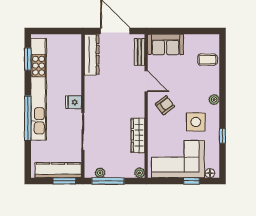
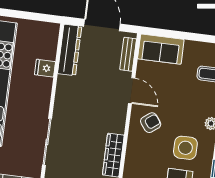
fridge: (74, 102) -> (45, 68), moved

